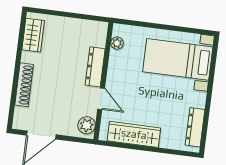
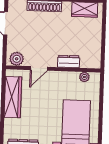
dresser: (95, 67) -> (69, 61), width x0.70

